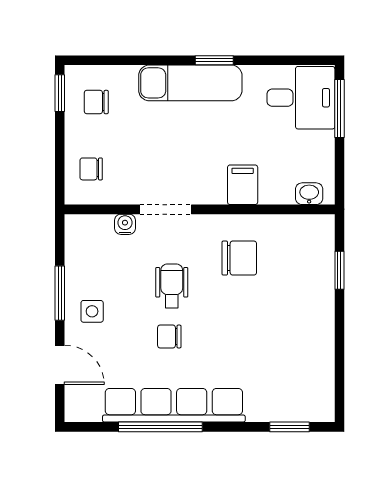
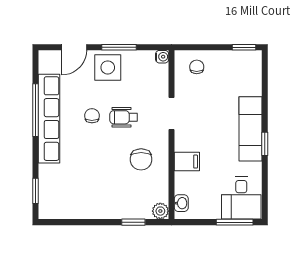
chair: (96, 102) -> (239, 70), removed
water cooler: (125, 224) -> (162, 57), moved
plant: (322, 227) -> (160, 211), added
wheelchair: (172, 286) -> (124, 117), turned 180
side table: (92, 311) -> (108, 67), width x1.87, depth x1.87

